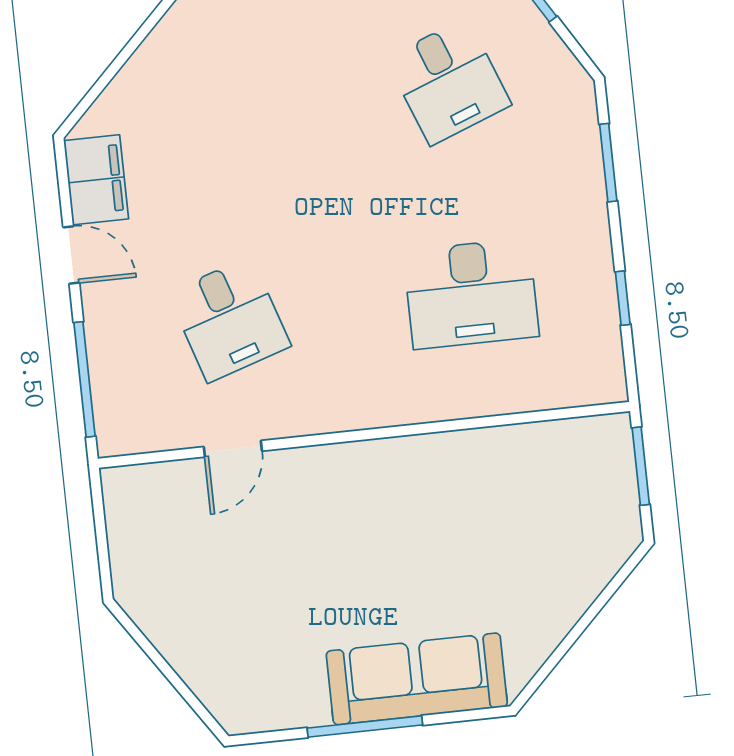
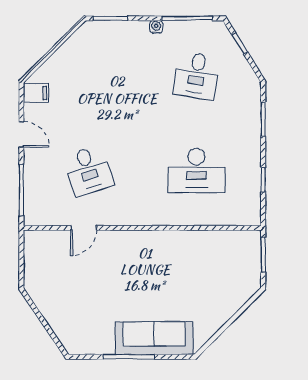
desk: (449, 82) -> (196, 76), turned 30
filing cabinet: (96, 180) -> (36, 93), width x0.50

